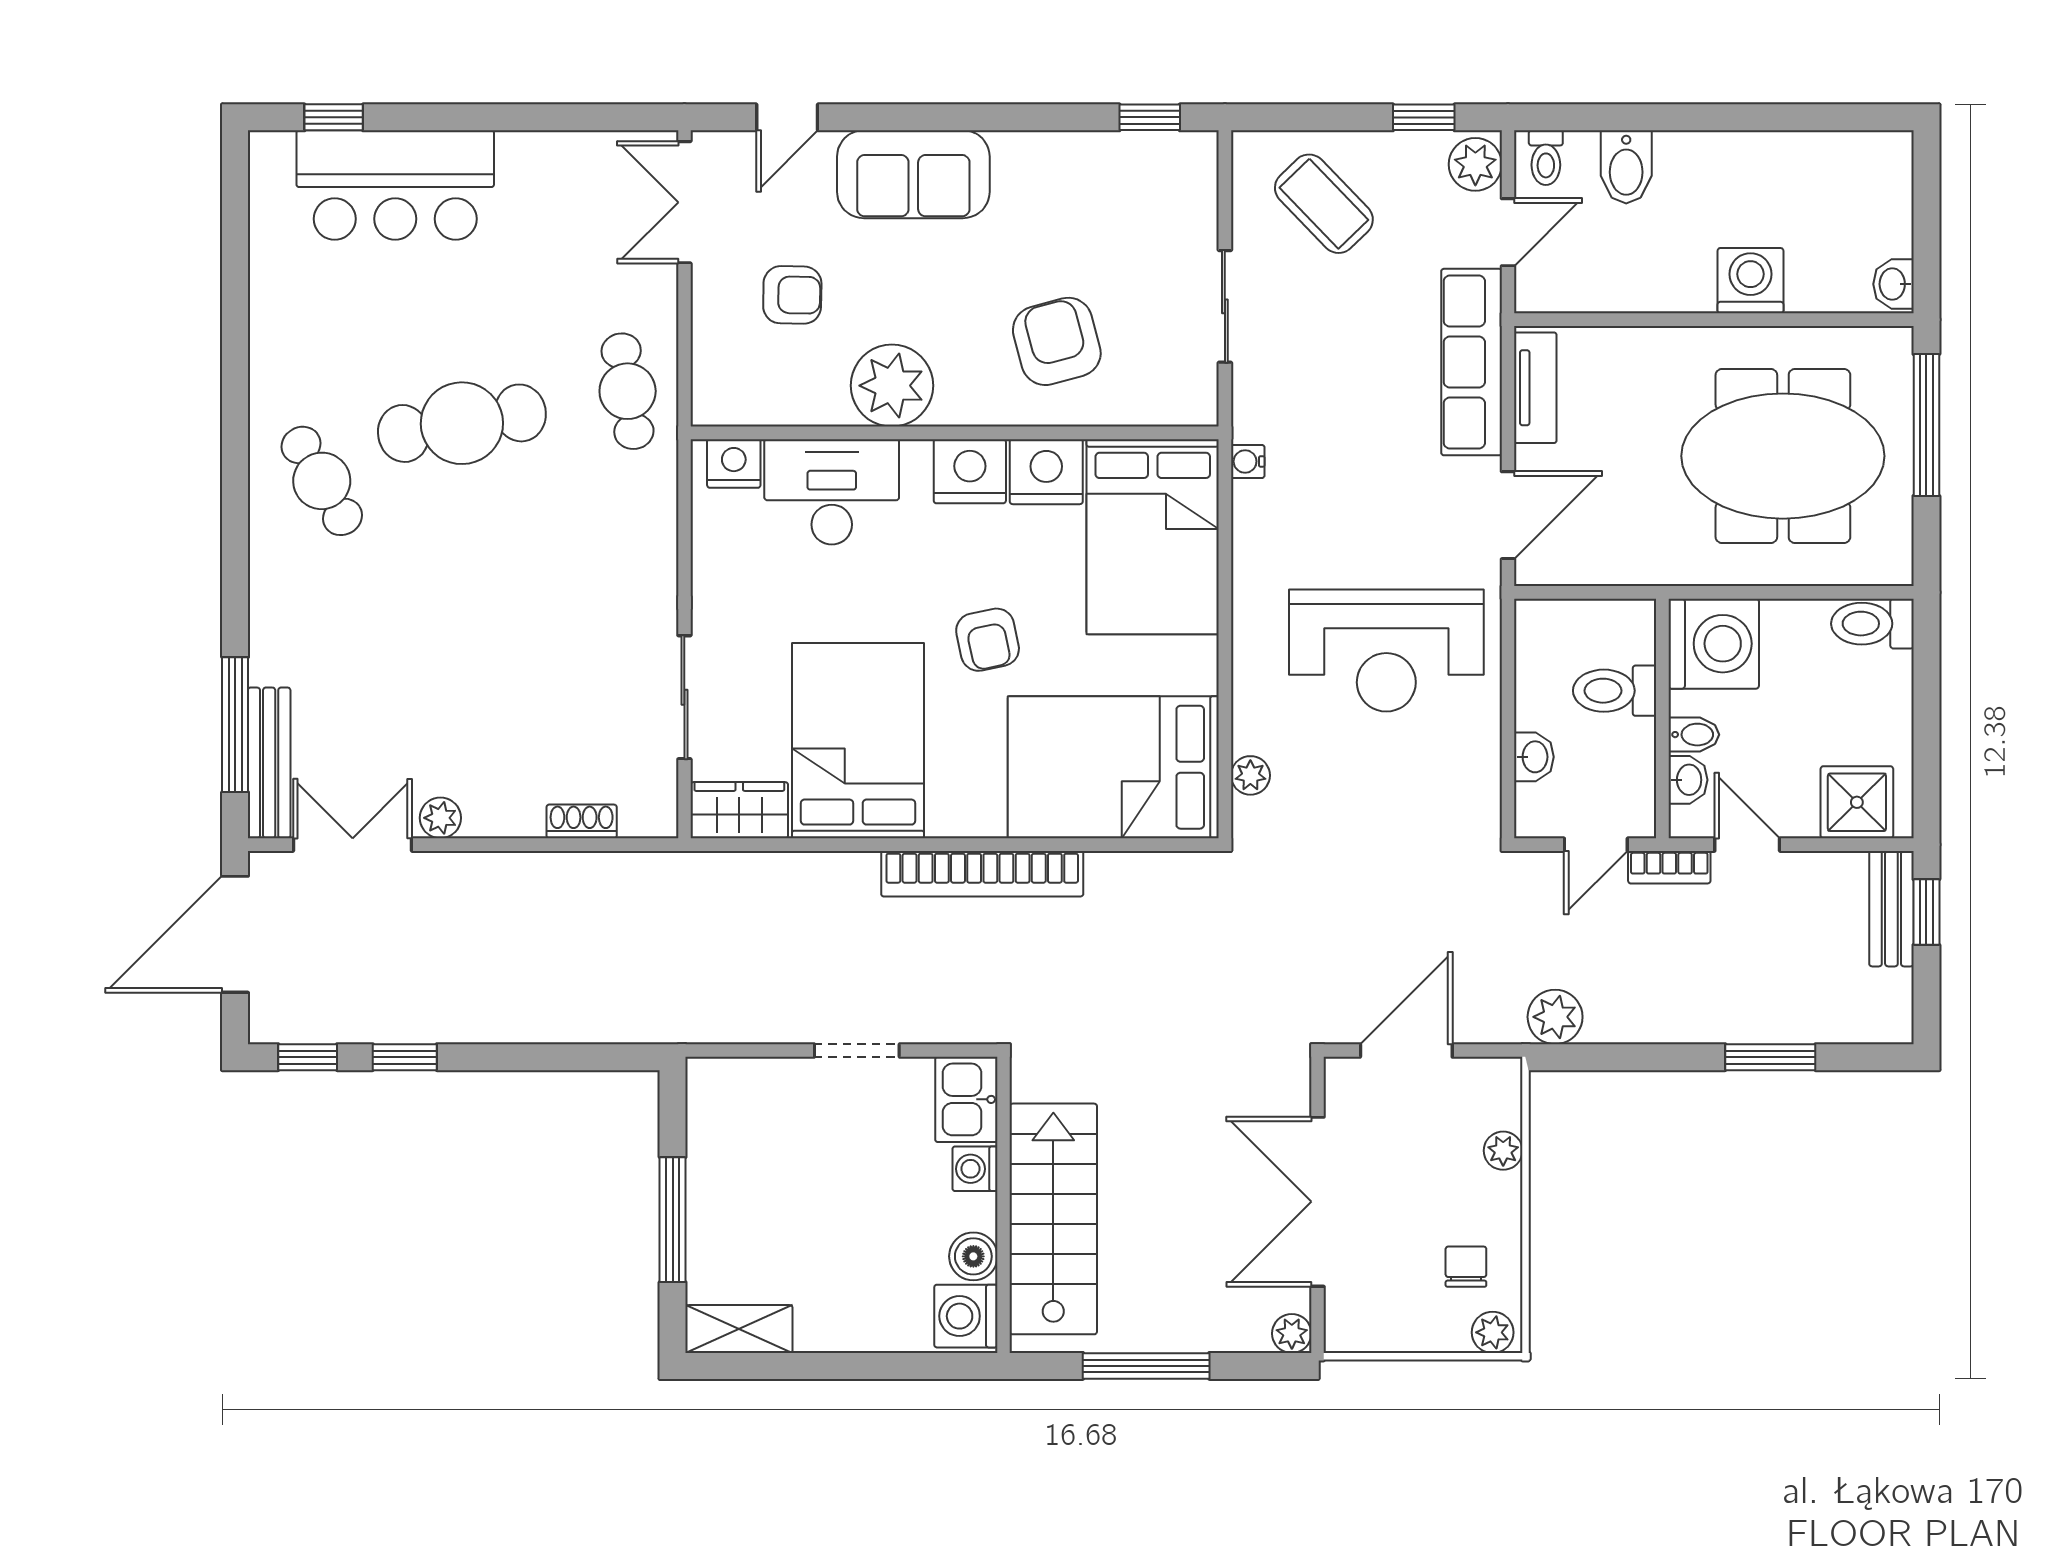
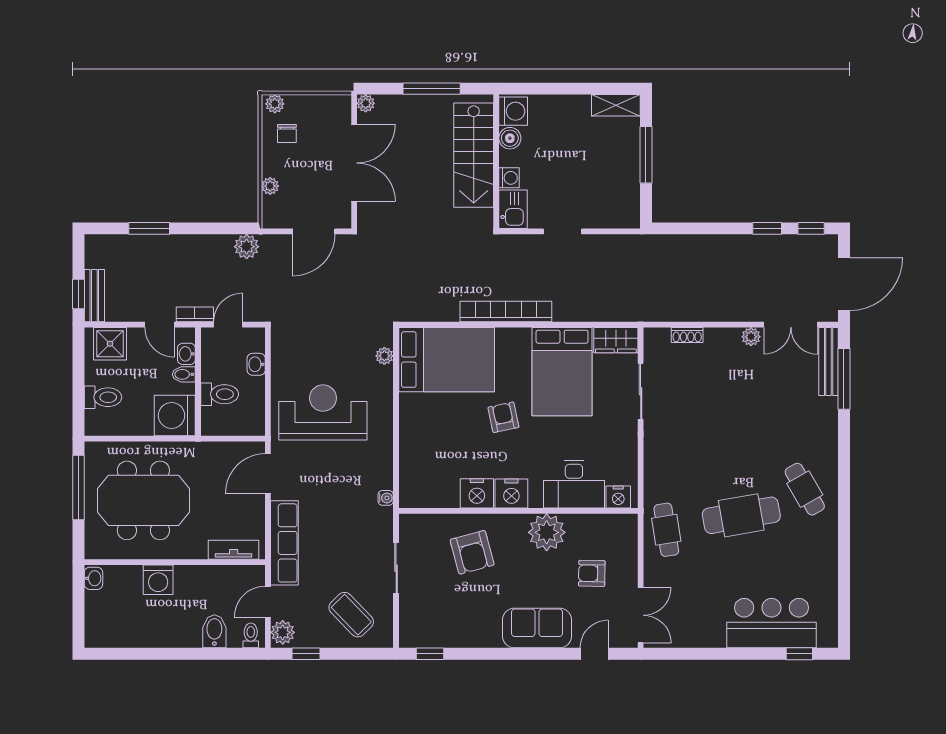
tv unit: (1535, 388) -> (234, 550), moved, turned 90
window: (1926, 425) -> (79, 488), moved
bed: (1153, 537) -> (429, 464), removed
toilet: (1872, 624) -> (103, 397), moved

